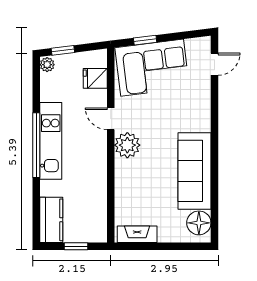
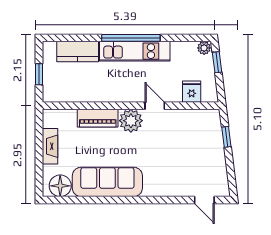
corner sofa: (152, 68) -> (201, 143), removed
door: (111, 119) -> (155, 106), hinge flipped
piano: (124, 182) -> (98, 118), added
kitchen counter: (51, 220) -> (78, 52), moved
fireplace: (137, 234) -> (50, 146), moved

